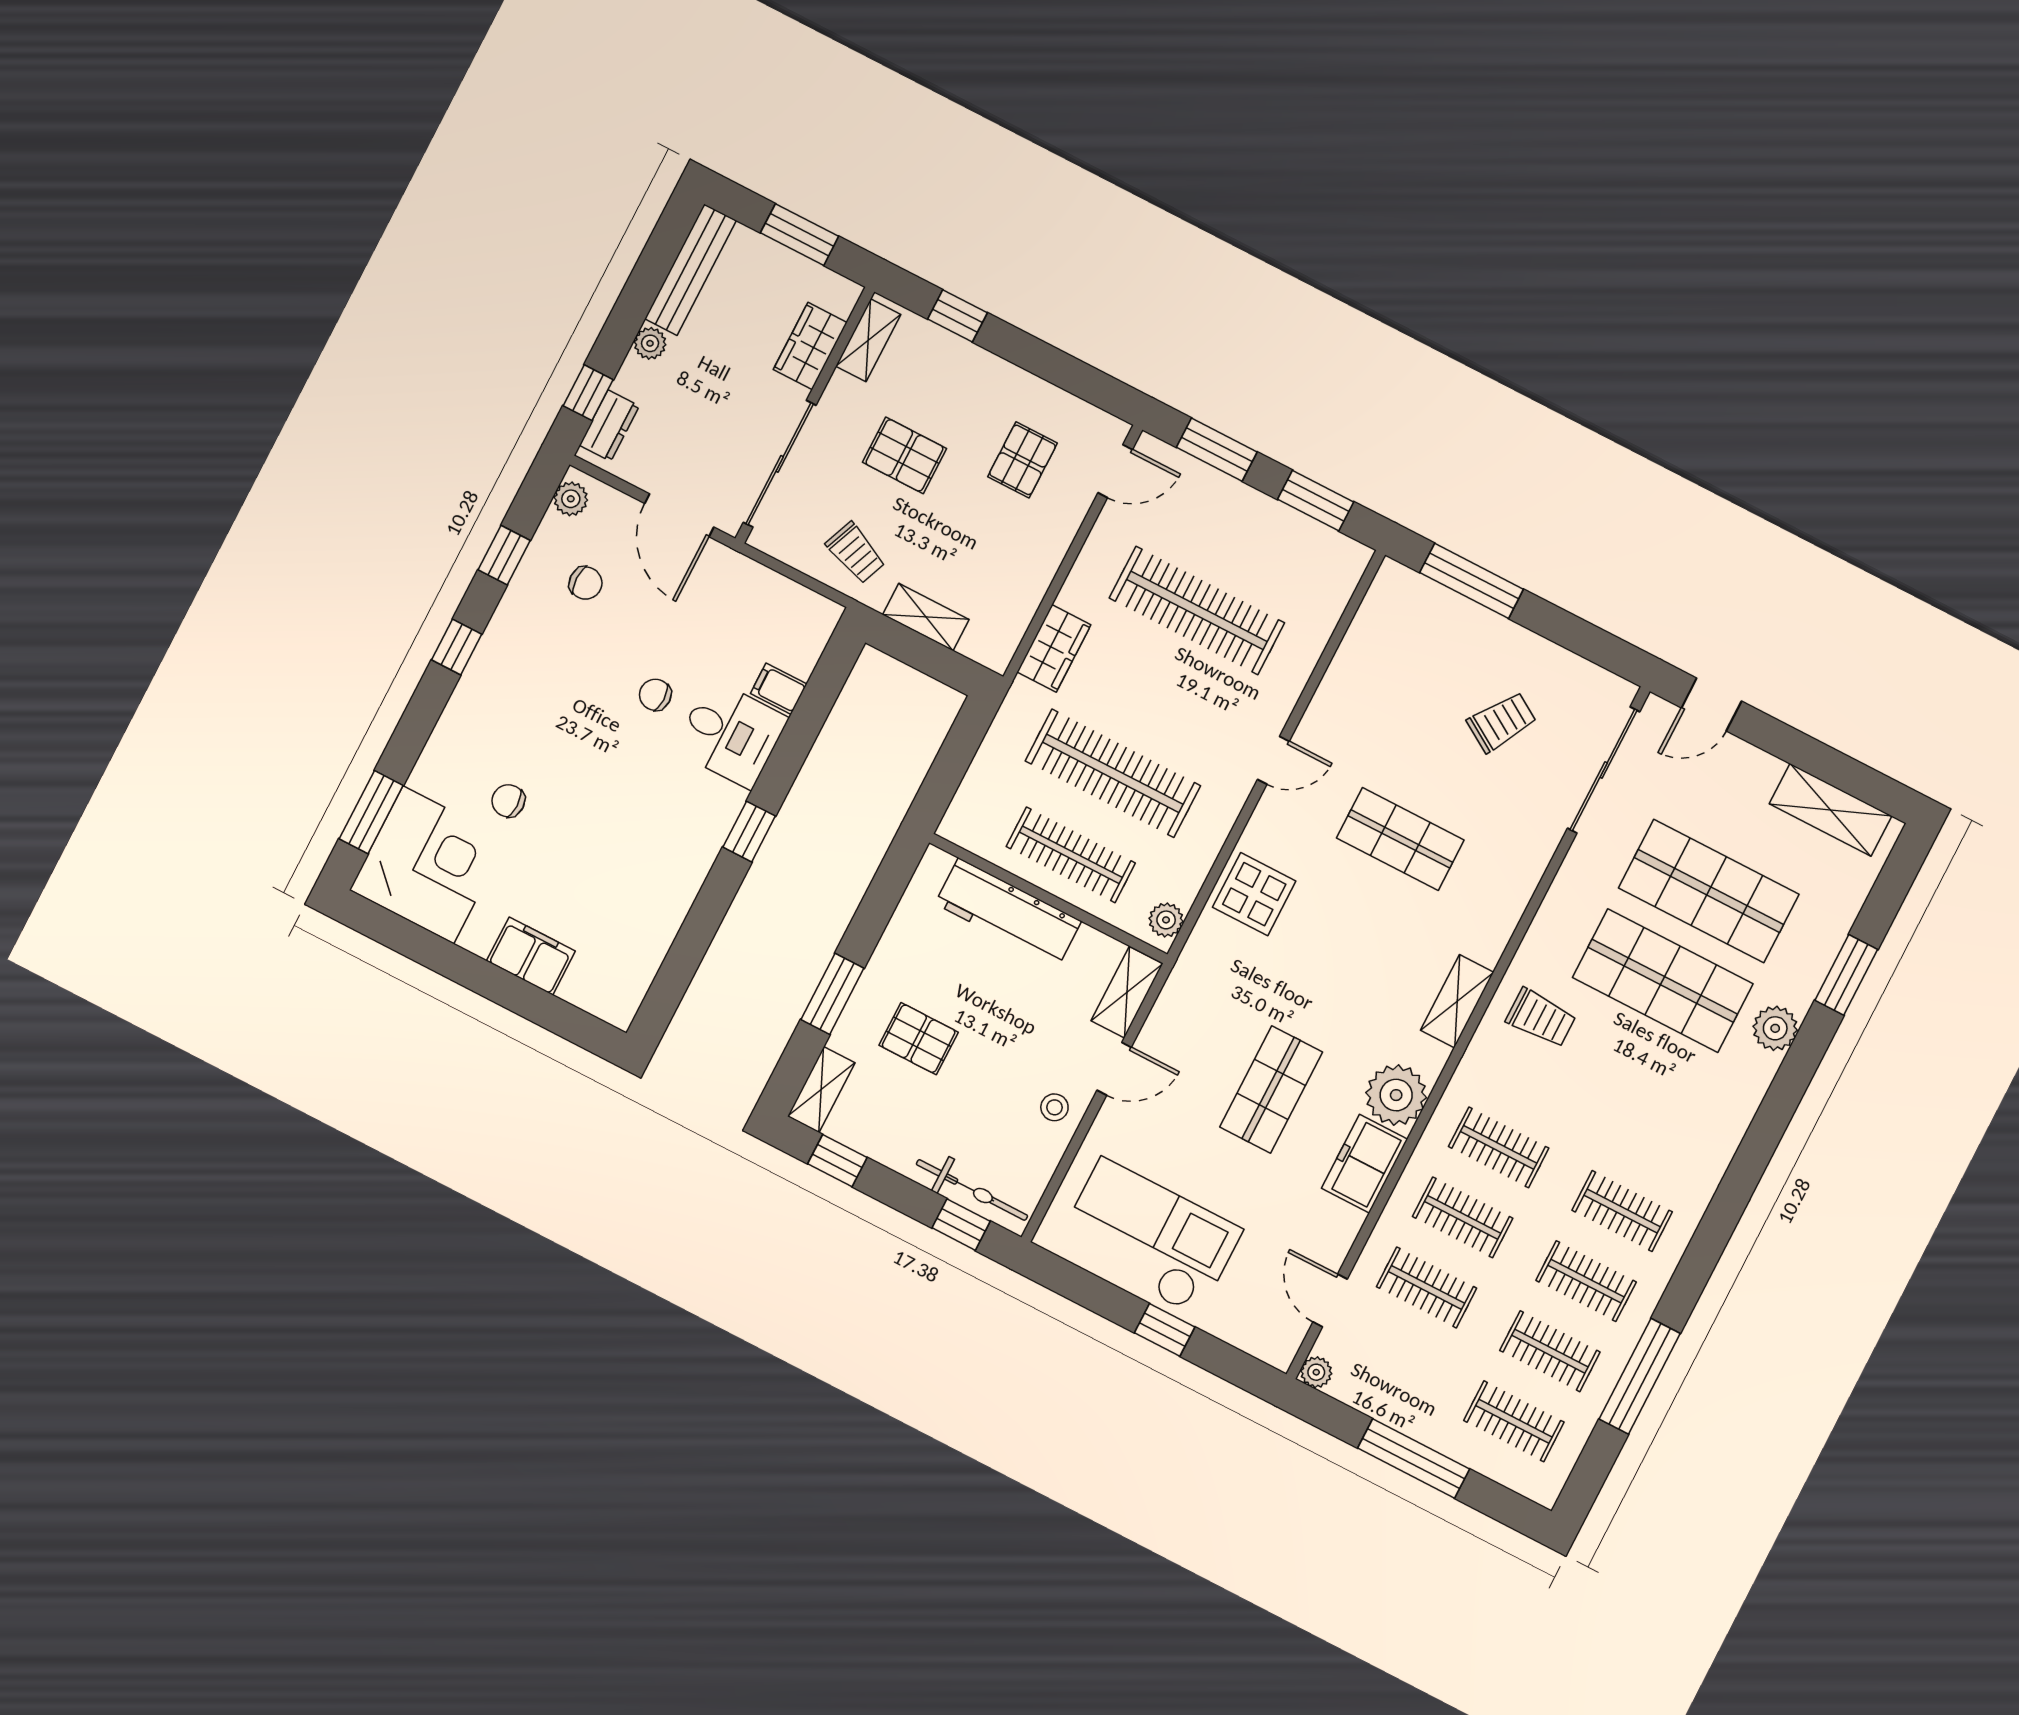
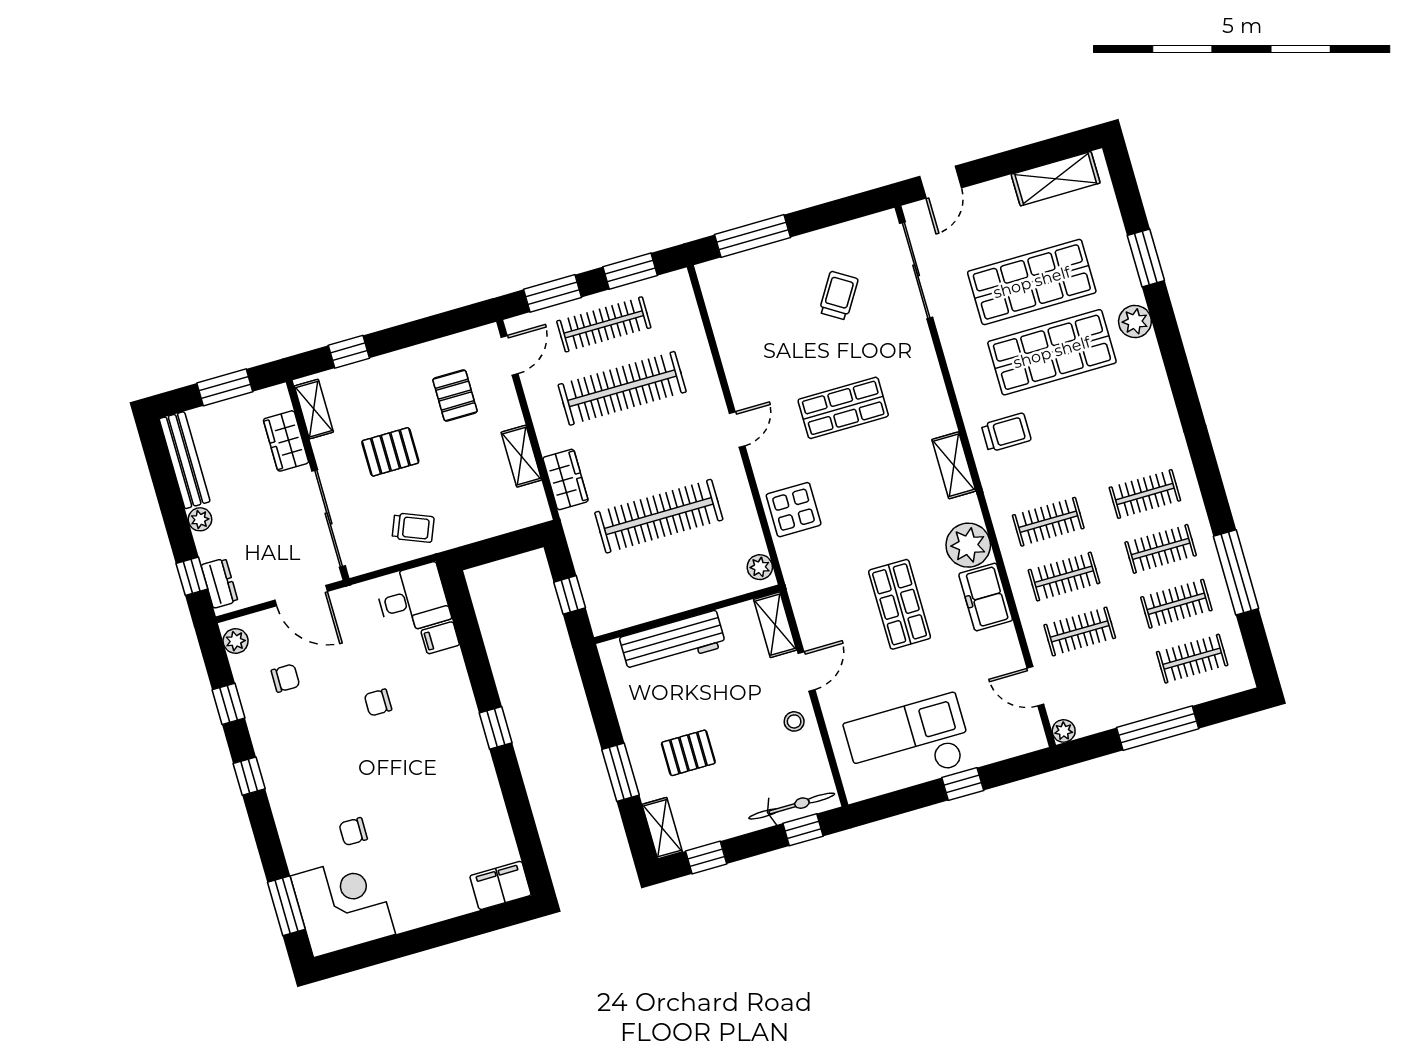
shelving: (926, 617) -> (521, 456), moved, turned 90
desk: (731, 734) -> (413, 599), moved
window: (949, 768) -> (570, 595), added
clothes rail: (1071, 855) -> (604, 324), moved
filing cabinet: (531, 956) -> (500, 885), moved

